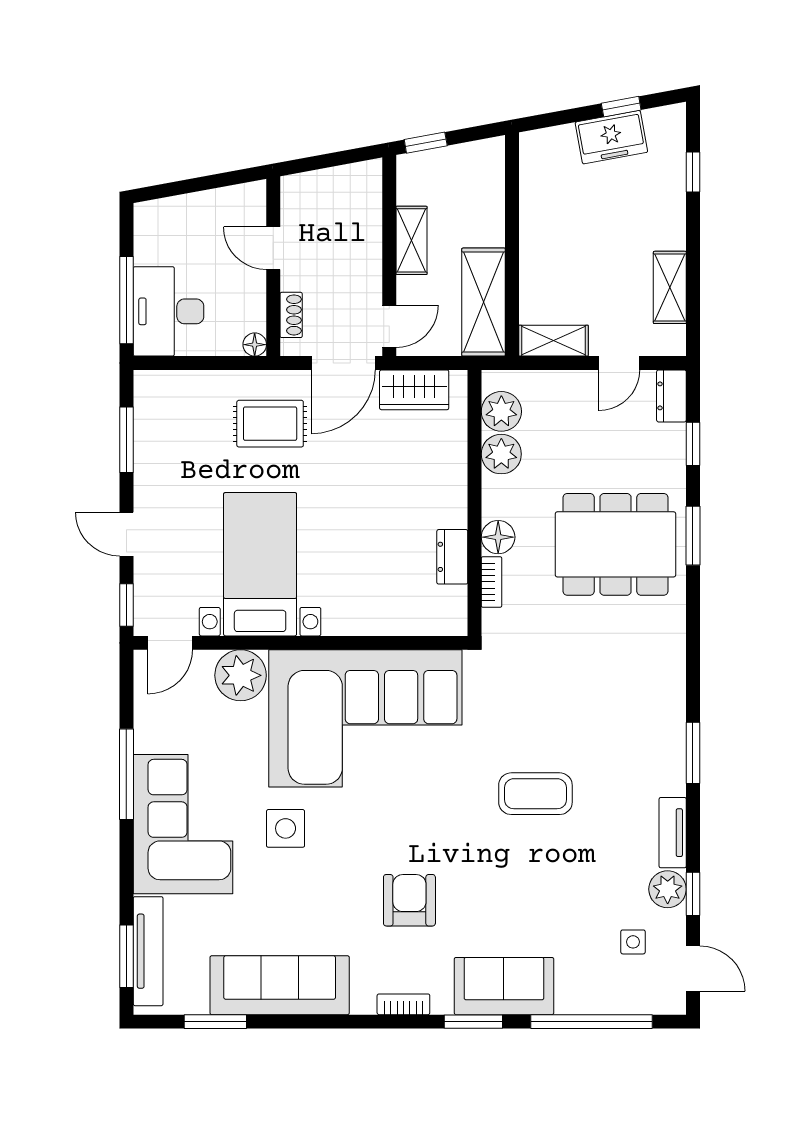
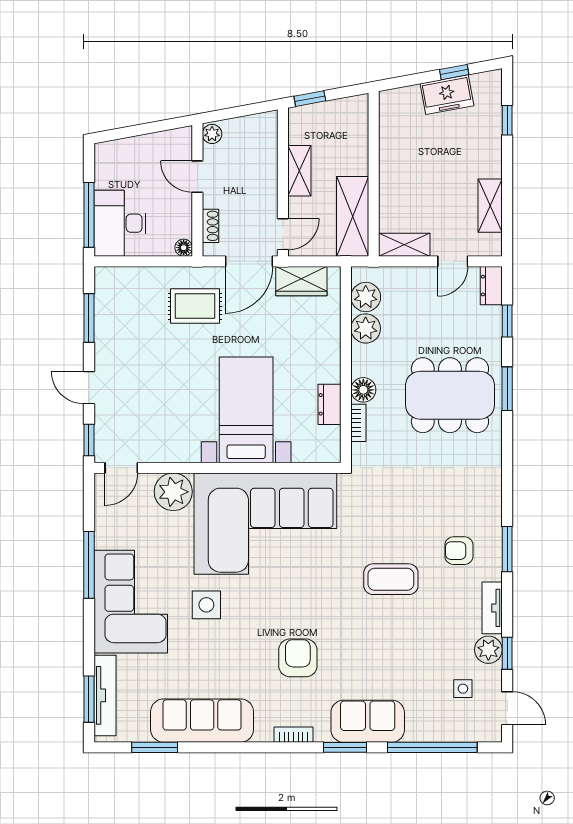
plant: (293, 191) -> (212, 134), added
bed with nightstands: (260, 564) -> (246, 410), moved
armchair: (628, 755) -> (459, 551), added

